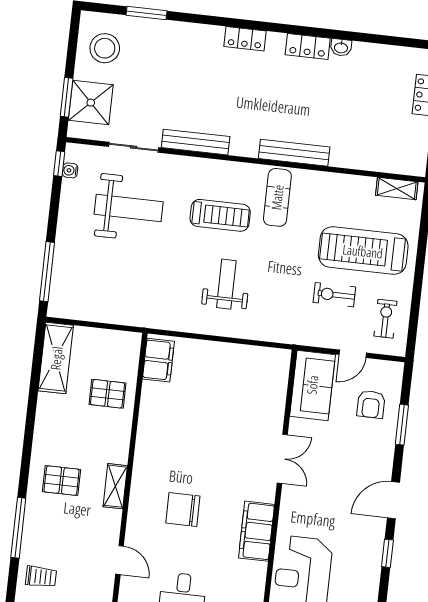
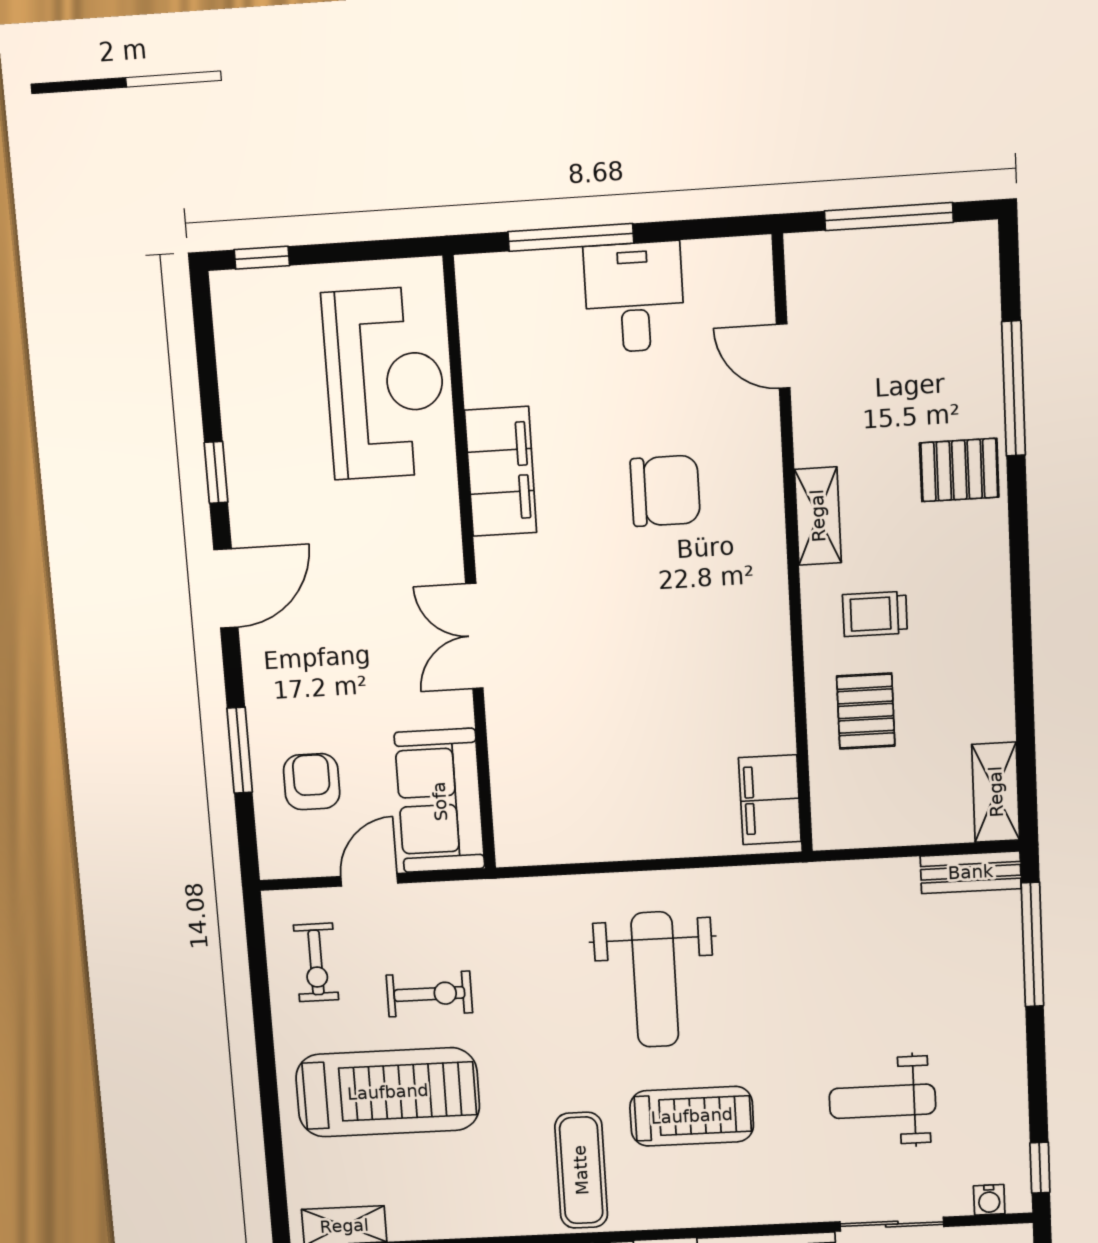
water cooler: (70, 170) -> (989, 1200), moved, turned 90
weight bench: (129, 208) -> (882, 1101), width x0.73, depth x0.75
treadmill: (220, 215) -> (692, 1116), turned 180
weight bench: (226, 284) -> (655, 980), width x1.36, depth x1.33
bench: (71, 311) -> (971, 872), added
shelving: (56, 358) -> (996, 792), width x0.67, depth x0.75
pallet: (108, 394) -> (866, 711), turned 90
pallet: (62, 481) -> (959, 470), moved
trolley: (41, 577) -> (875, 614), moved

